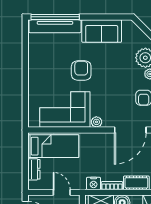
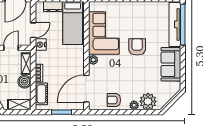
armchair: (81, 71) -> (137, 47), turned -90
door: (130, 130) -> (86, 89), hinge flipped
nightstand: (94, 183) -> (41, 45), moved

